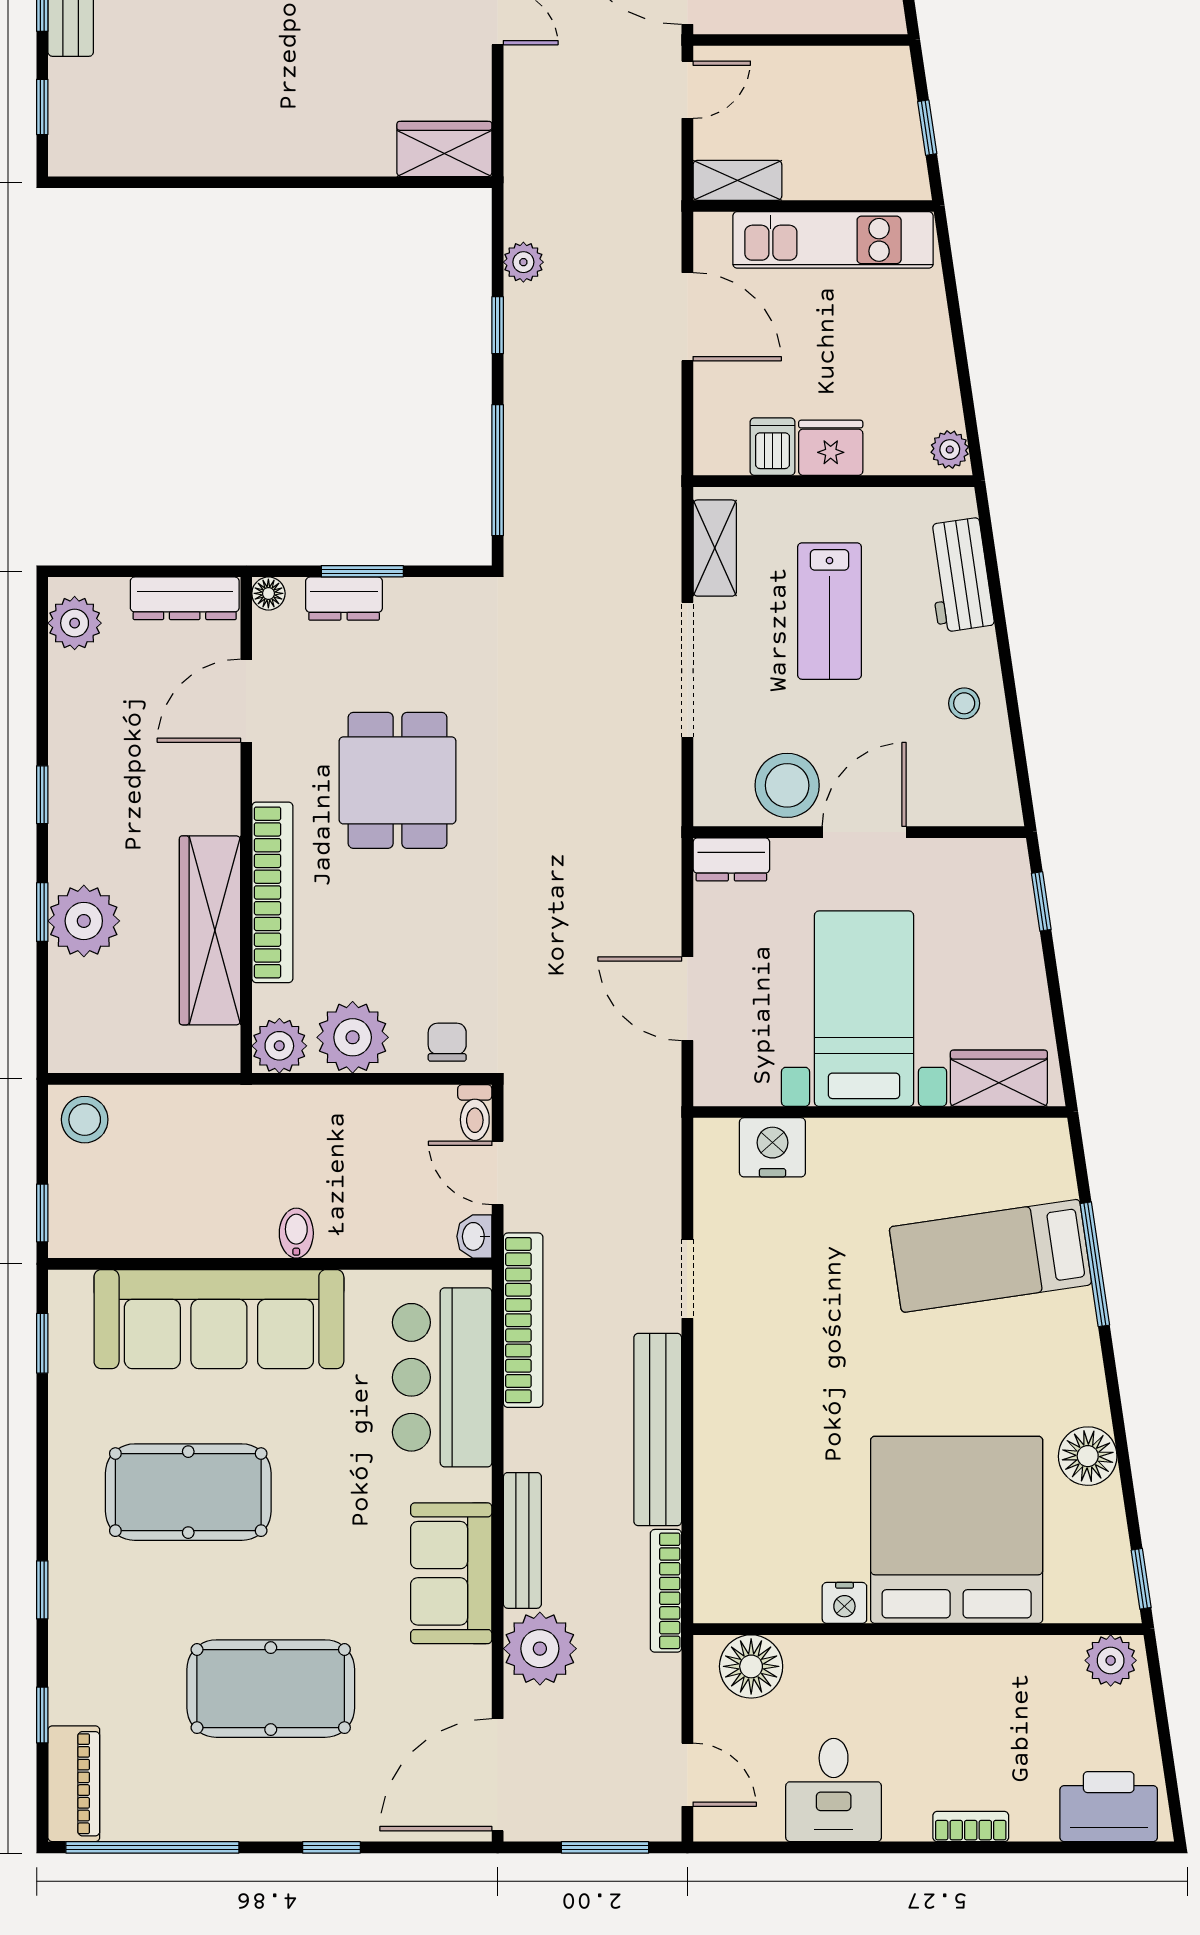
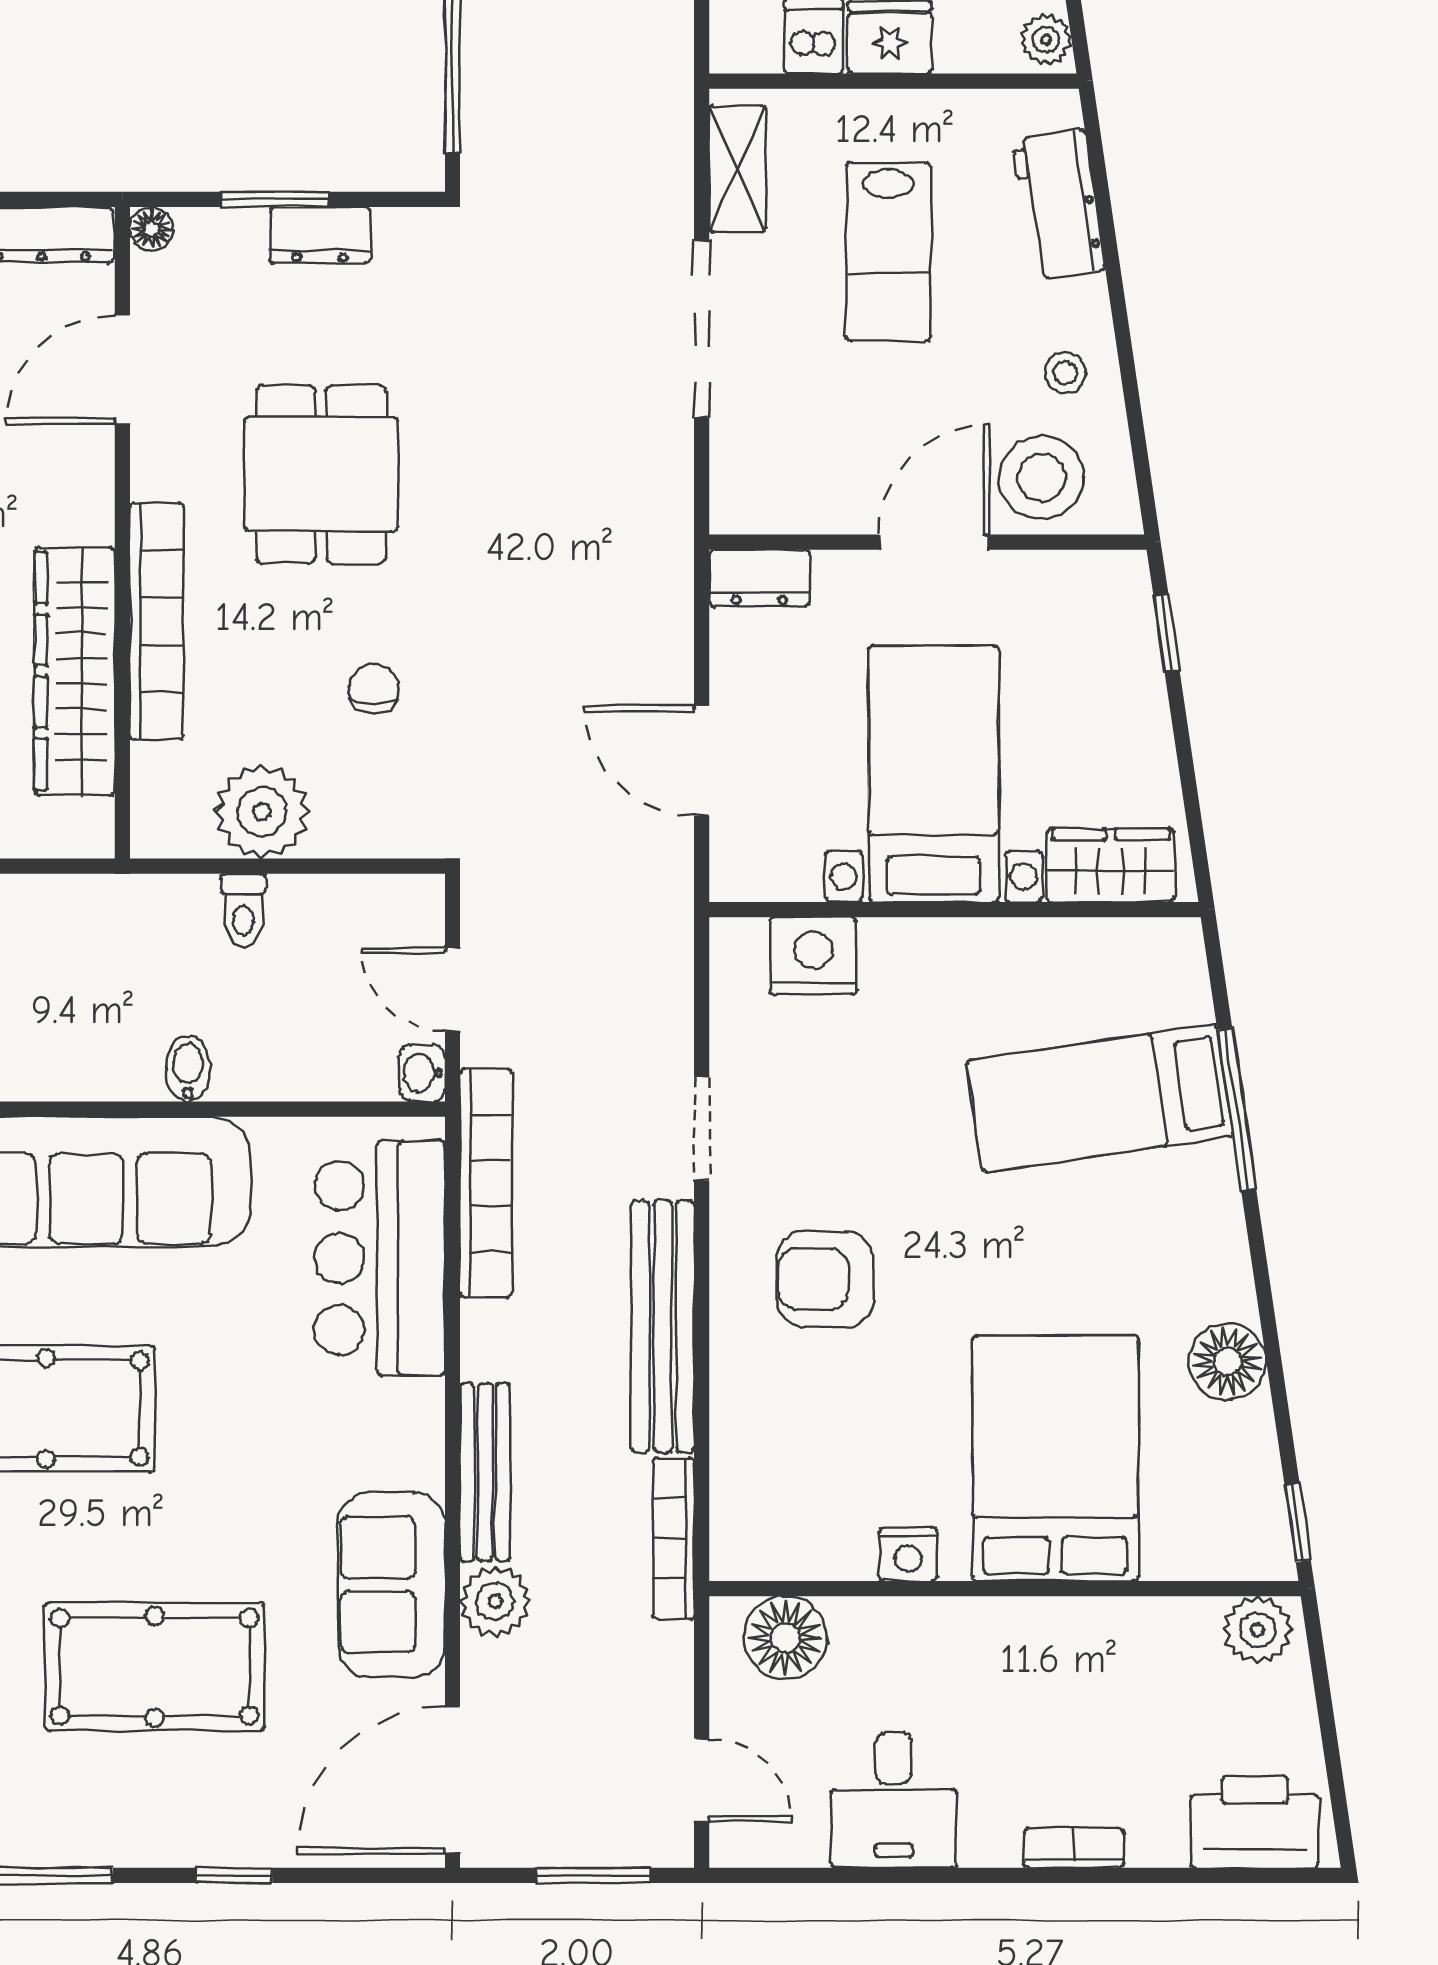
dresser: (344, 599) -> (320, 235), moved
stool: (787, 785) -> (1042, 477), moved
chair: (447, 1042) -> (374, 689), moved
plant: (279, 1046) -> (166, 823), removed
toilet: (475, 1112) -> (243, 910), moved
armchair: (781, 1393) -> (825, 1279), added
bed: (957, 1530) -> (1055, 1458), width x0.73
sofa: (451, 1573) -> (392, 1585), moved
plant: (540, 1649) -> (495, 1602), width x0.73, depth x0.73

